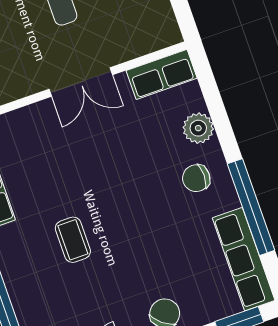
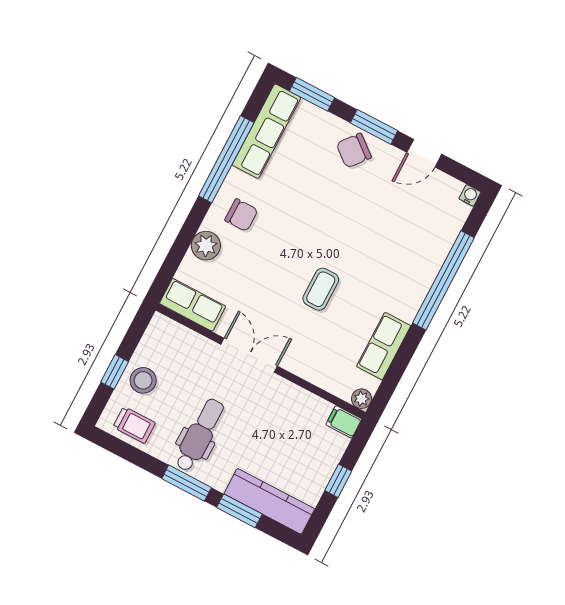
coffee table: (73, 240) -> (321, 289), moved

